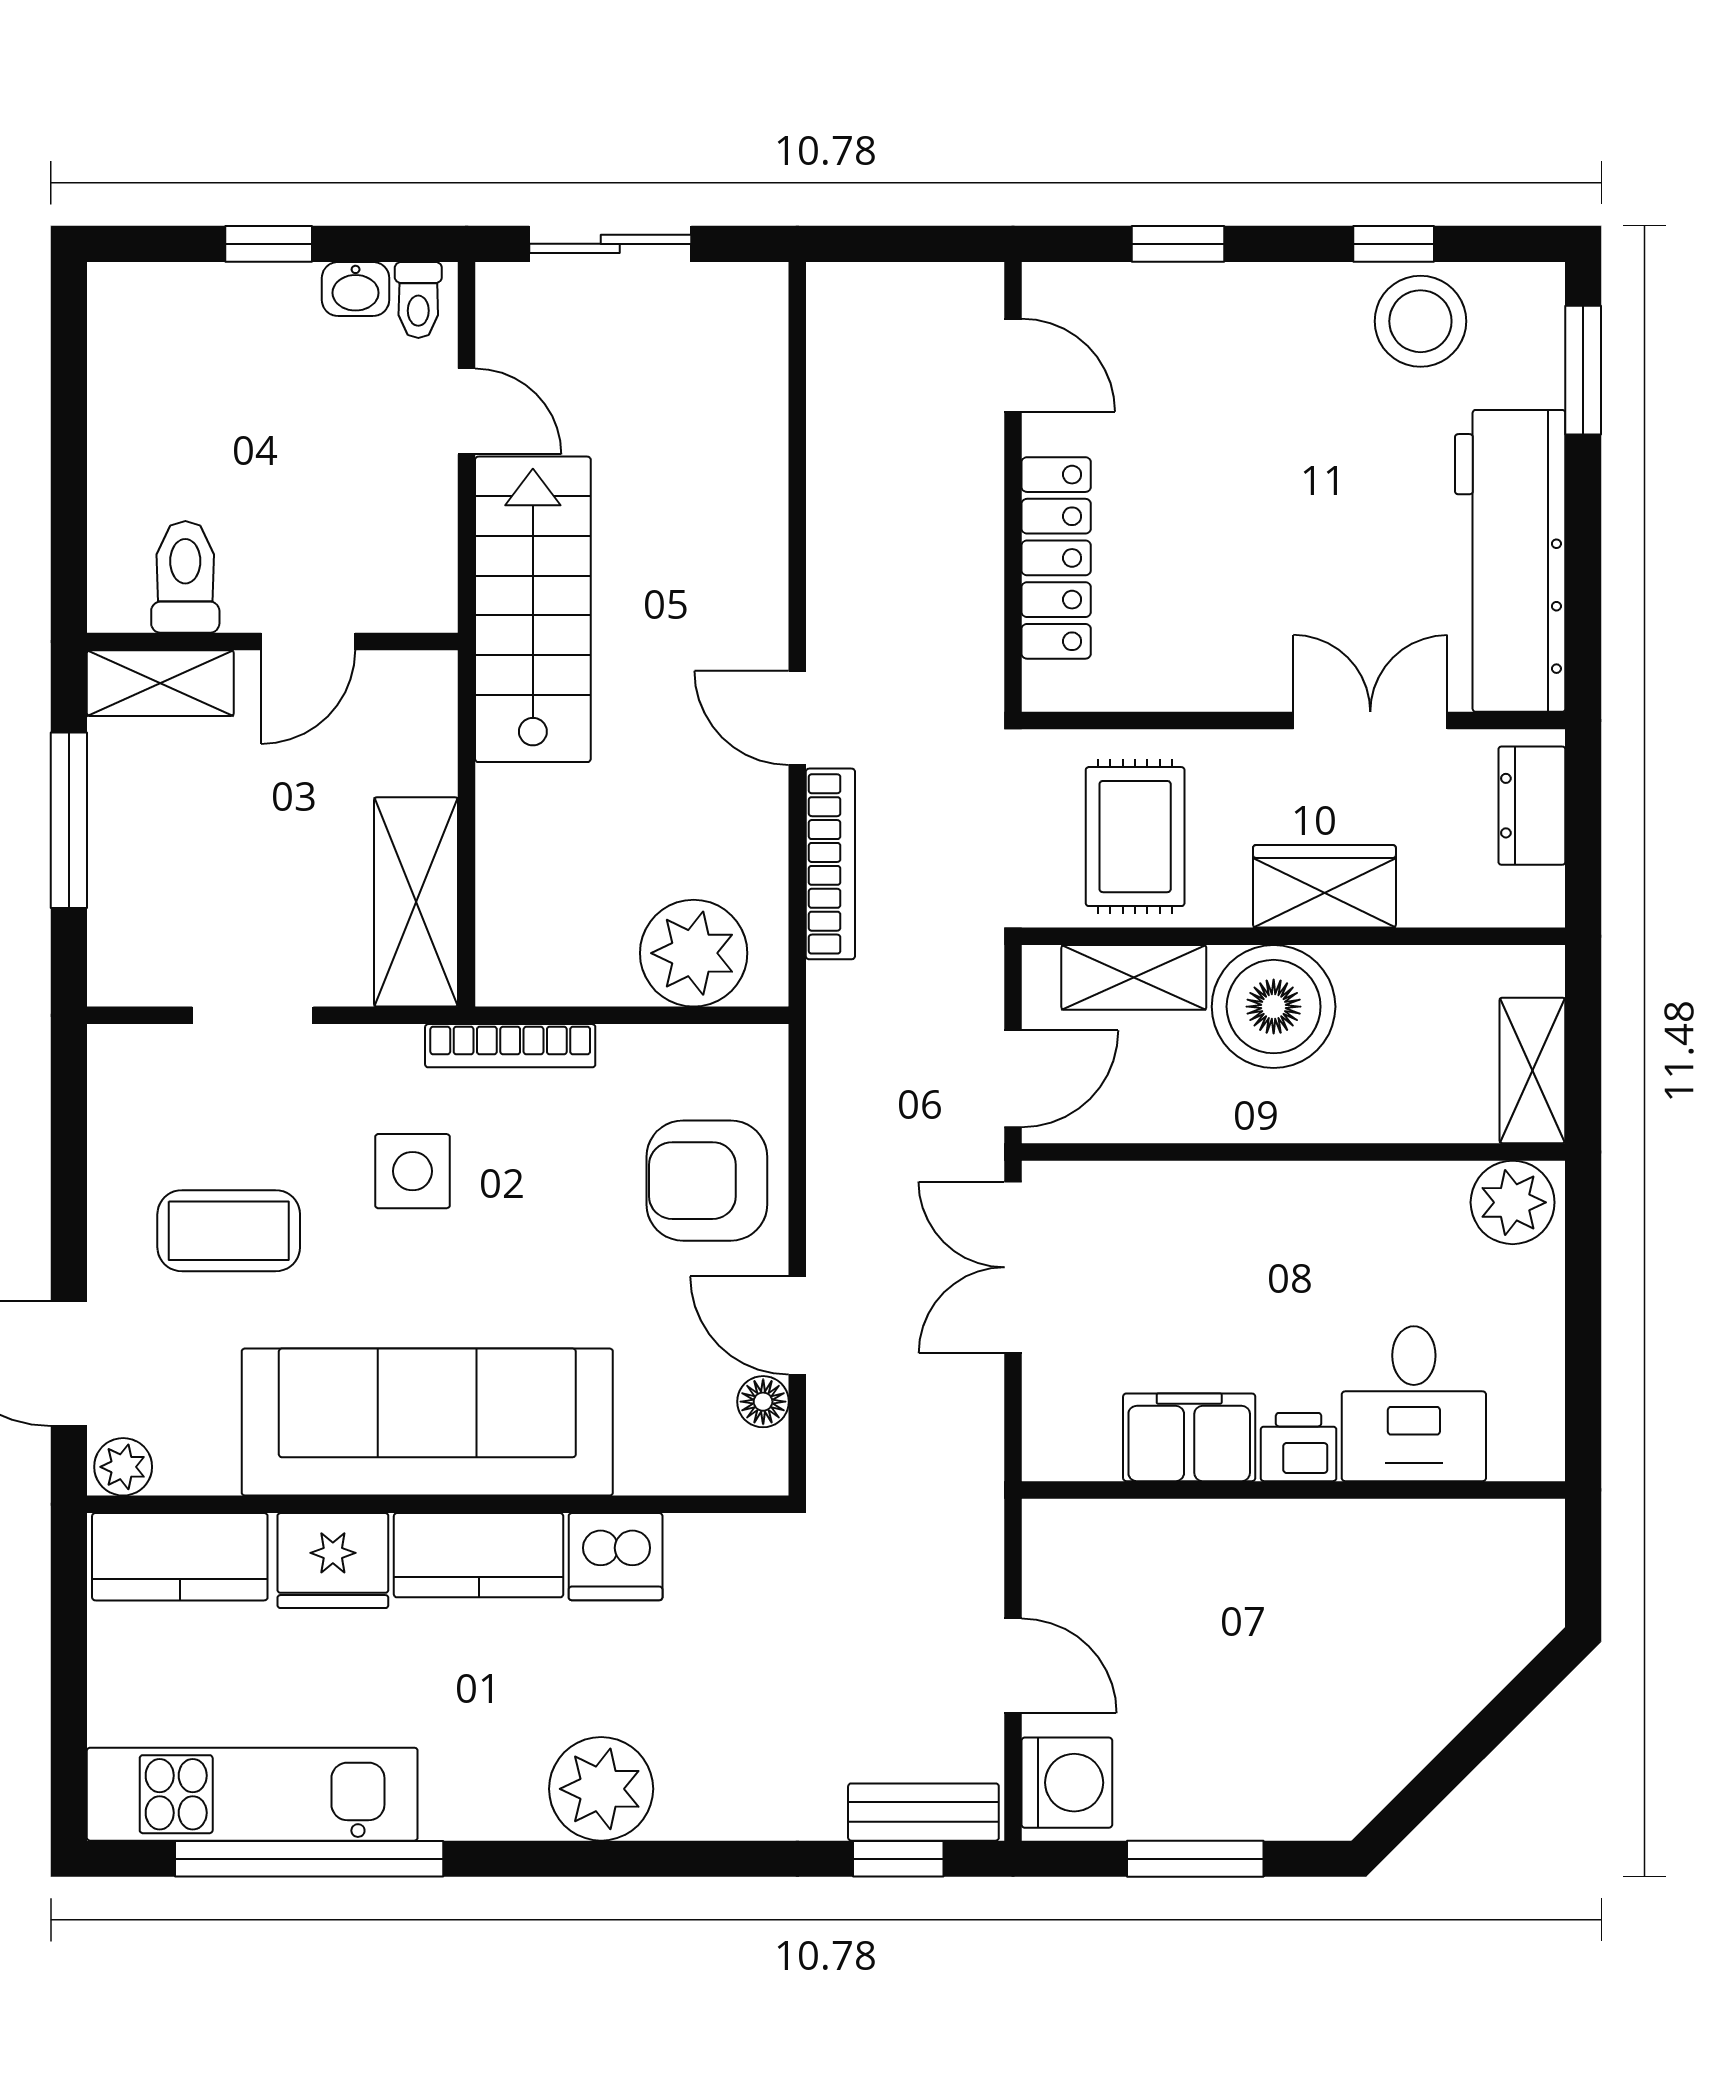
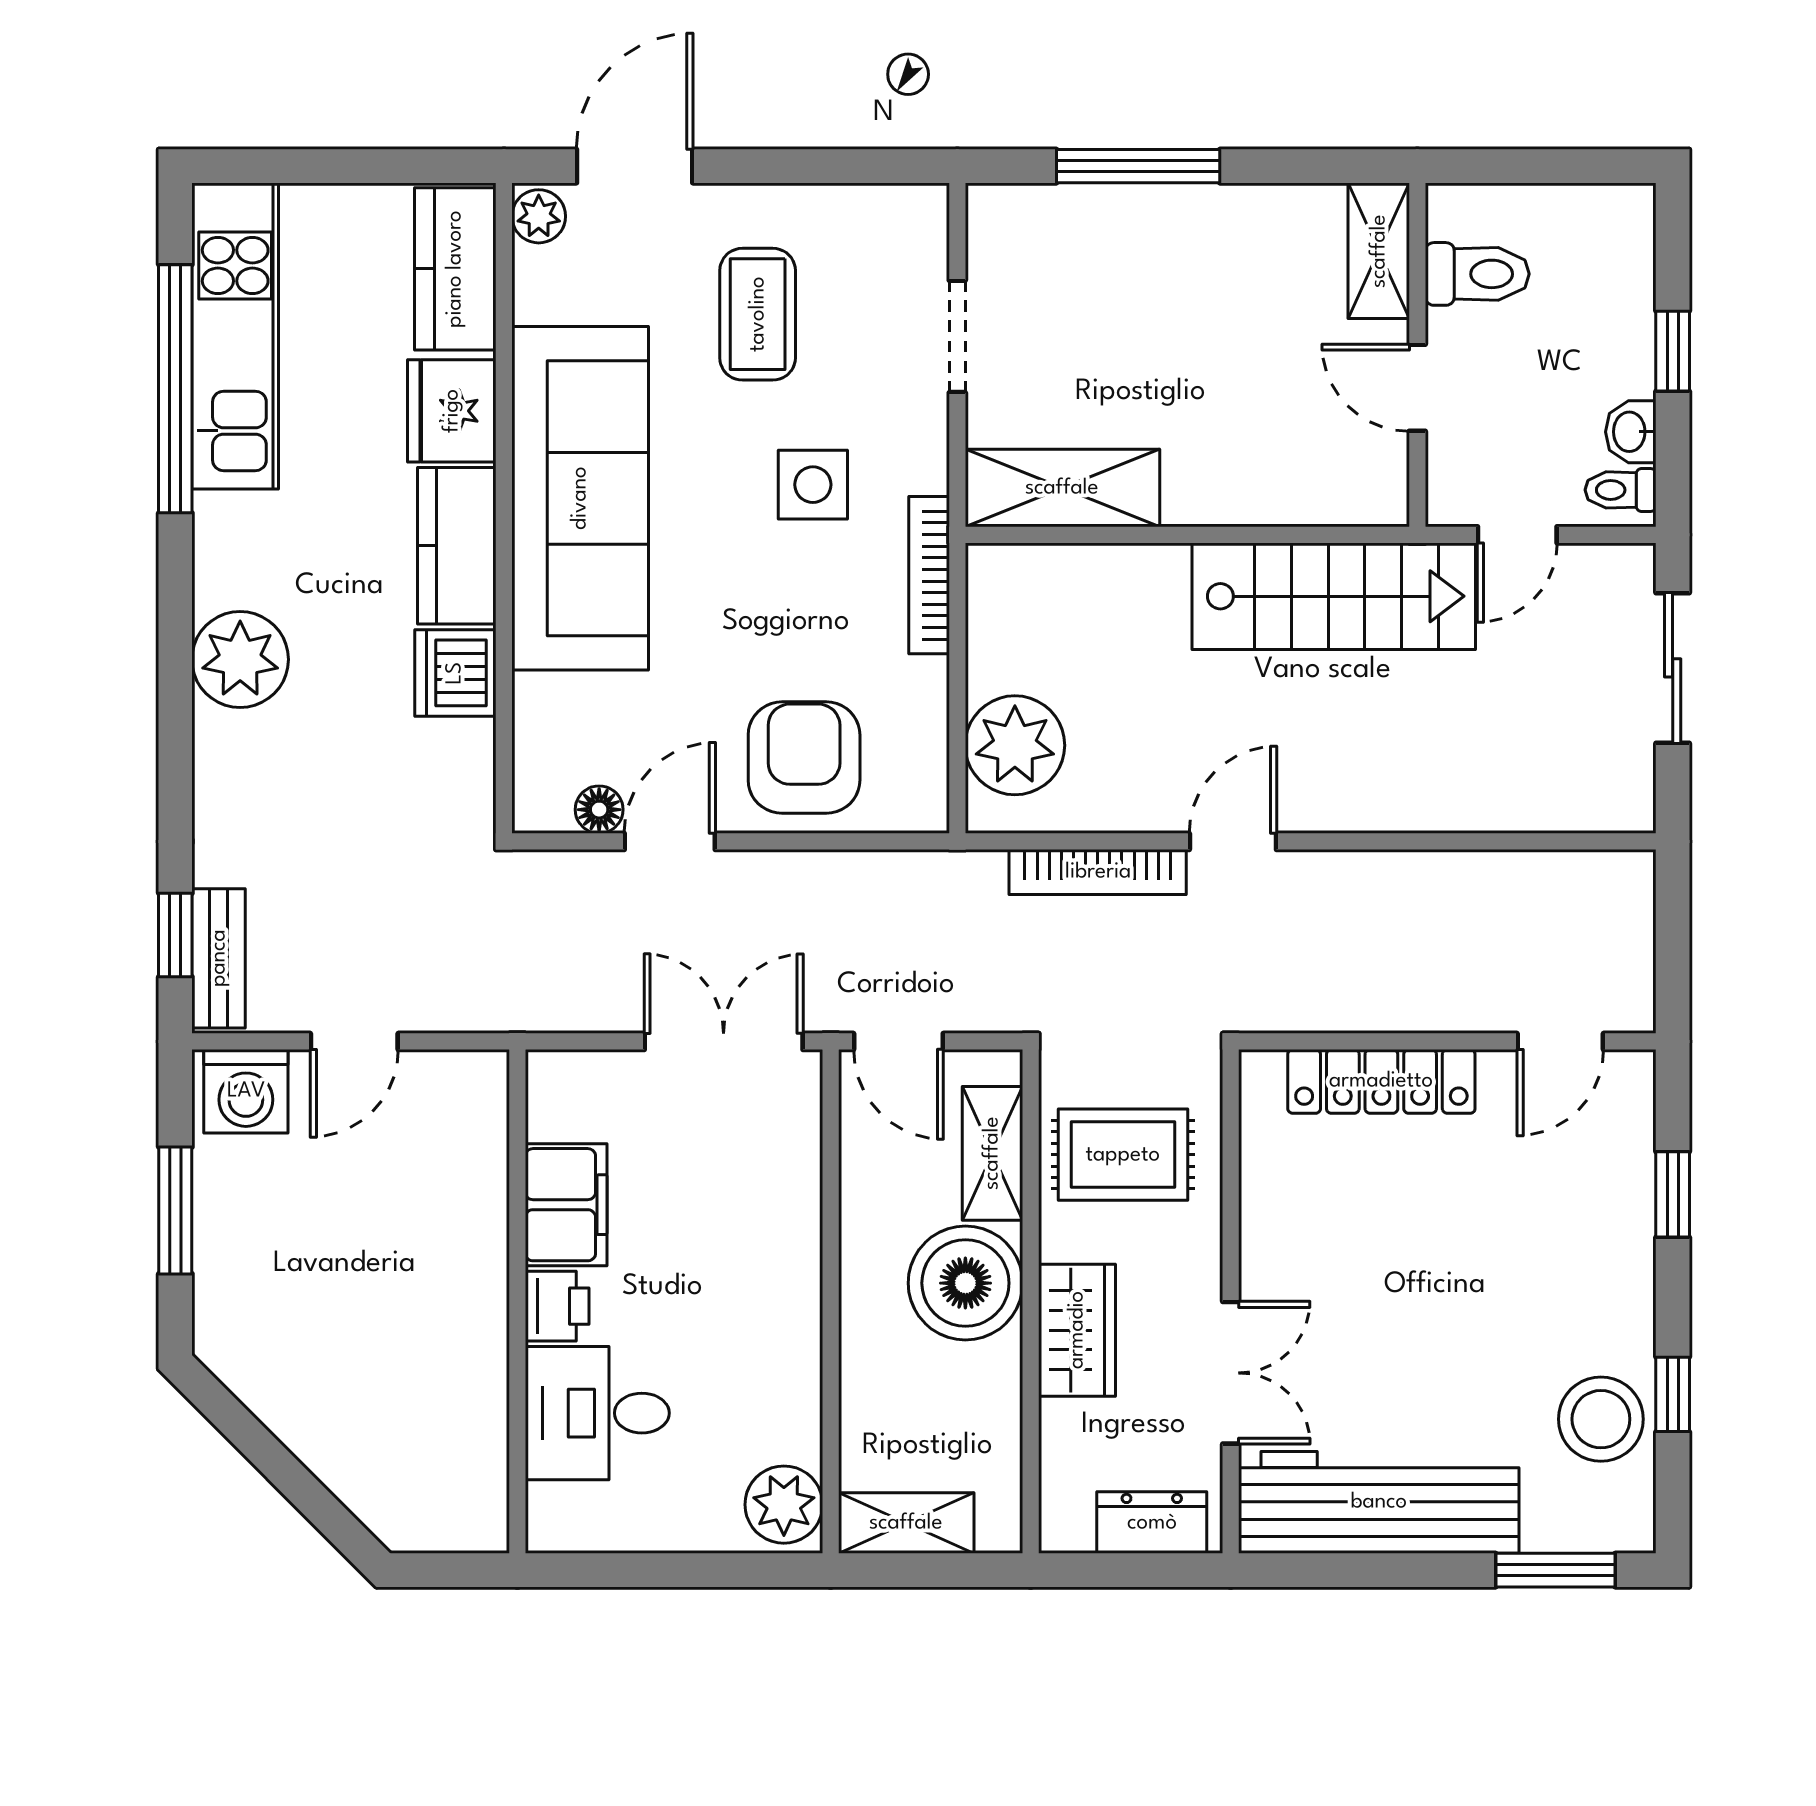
toilet: (185, 577) -> (1477, 274), moved
wall: (272, 641) -> (1417, 355), moved
door: (308, 641) -> (1417, 388), moved
shelving: (160, 683) -> (1379, 251), moved

